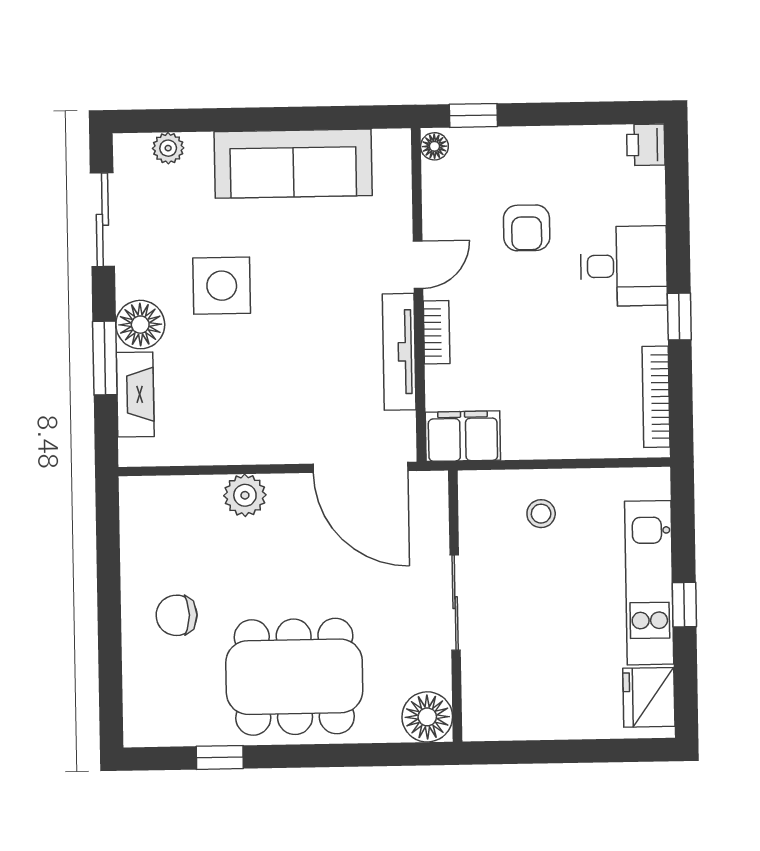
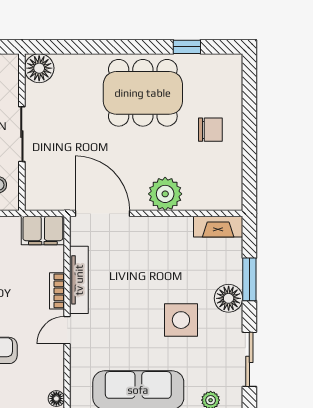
fireplace: (135, 394) -> (218, 227), moved, turned -90
plant: (245, 495) -> (165, 194), width x1.36, depth x1.36
sliding door: (455, 603) -> (22, 134), moved
wall: (455, 606) -> (22, 132), moved
floor lamp: (427, 717) -> (39, 68), moved

